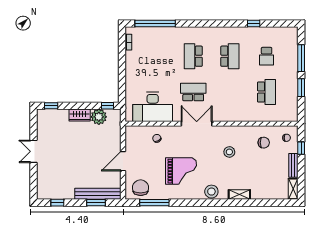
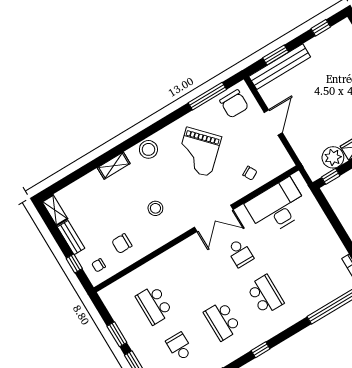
window: (217, 24) -> (261, 350), added
school desk: (193, 92) -> (240, 253), width x0.54
grand piano: (181, 171) -> (198, 152), turned -43

